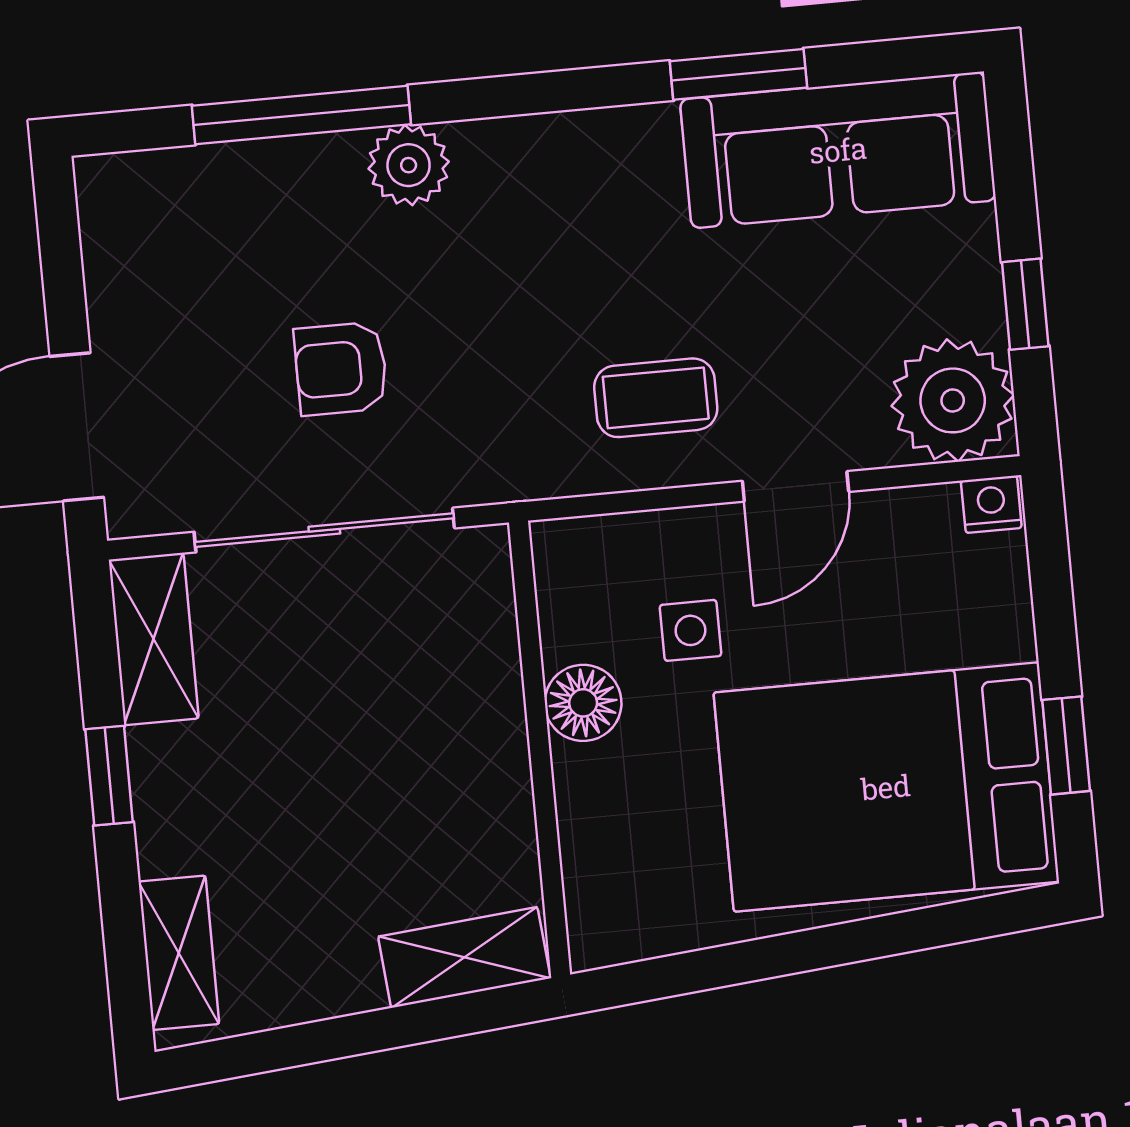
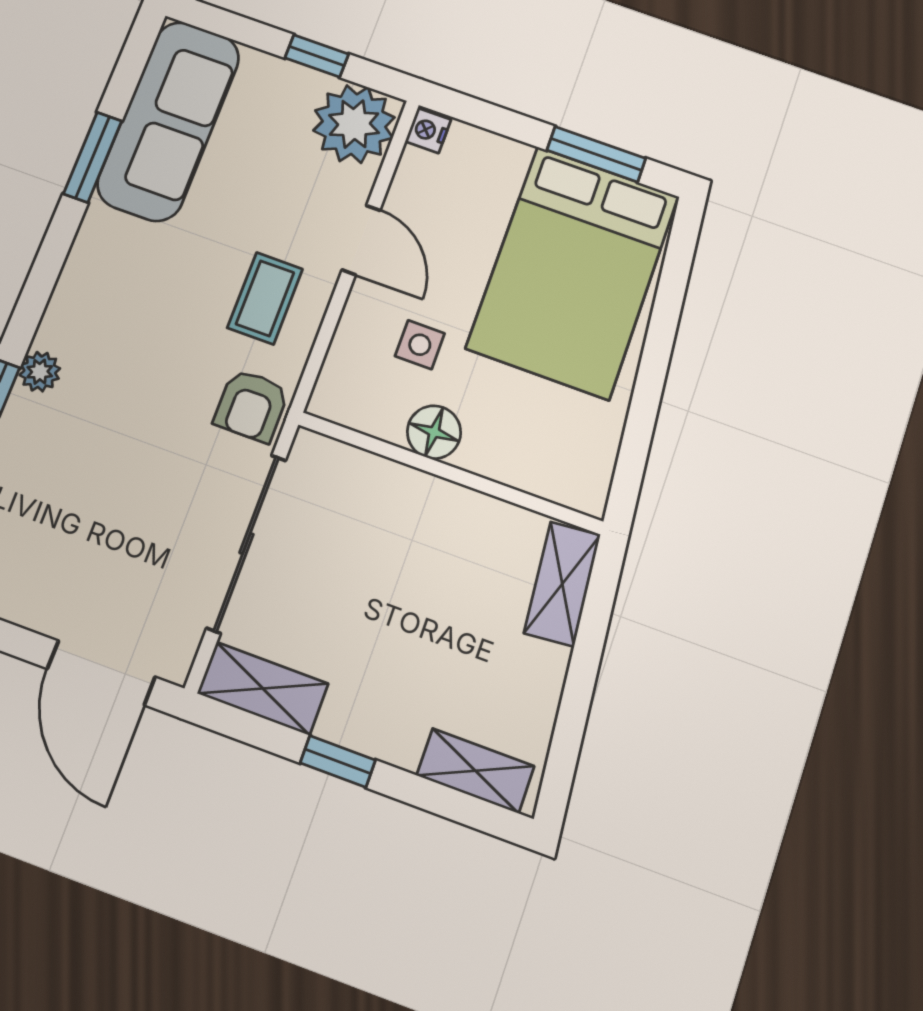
plant: (409, 165) -> (40, 372), width x0.73, depth x0.73
armchair: (341, 369) -> (251, 406), moved
window: (1066, 745) -> (596, 154), width x1.50

